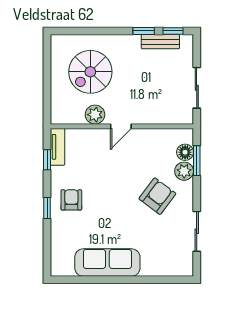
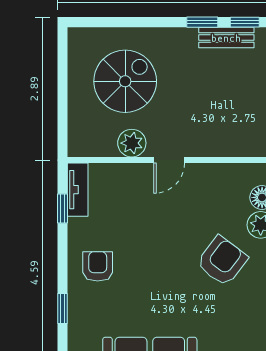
spiral stairs: (90, 72) -> (125, 81), turned 180
window: (47, 208) -> (62, 309), moved

